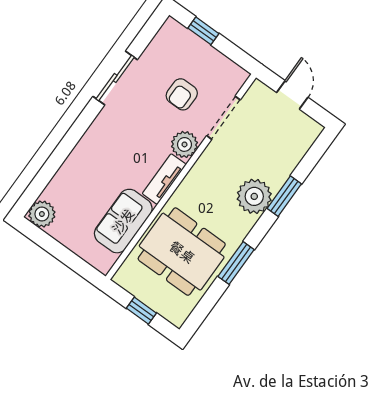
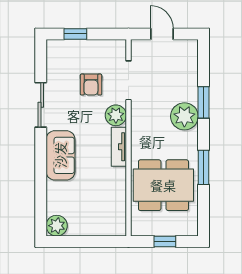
sofa: (123, 221) -> (60, 155), moved, turned 180

